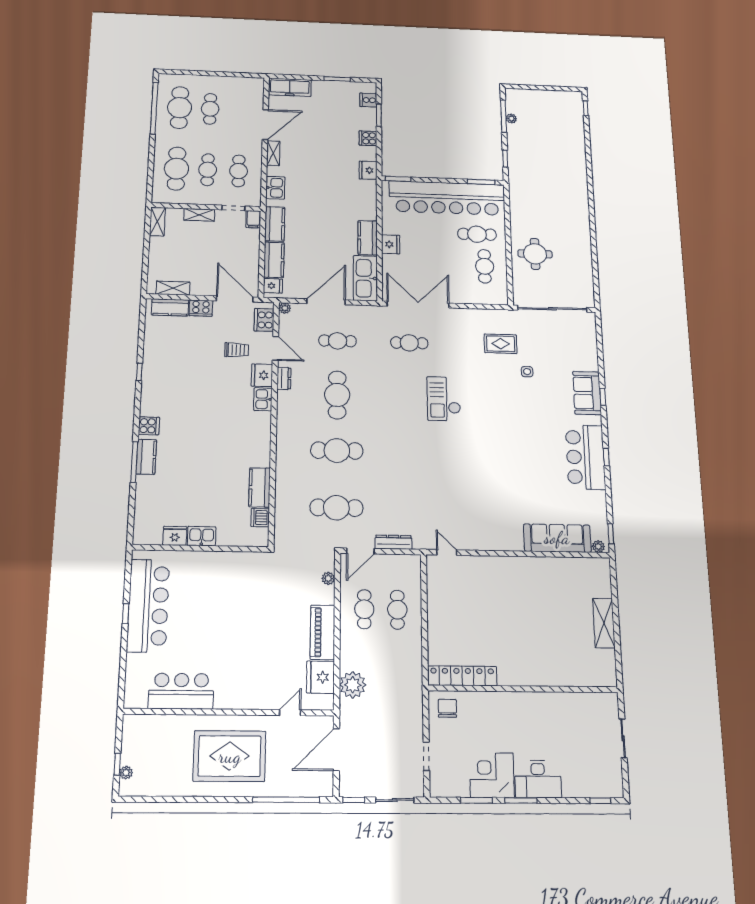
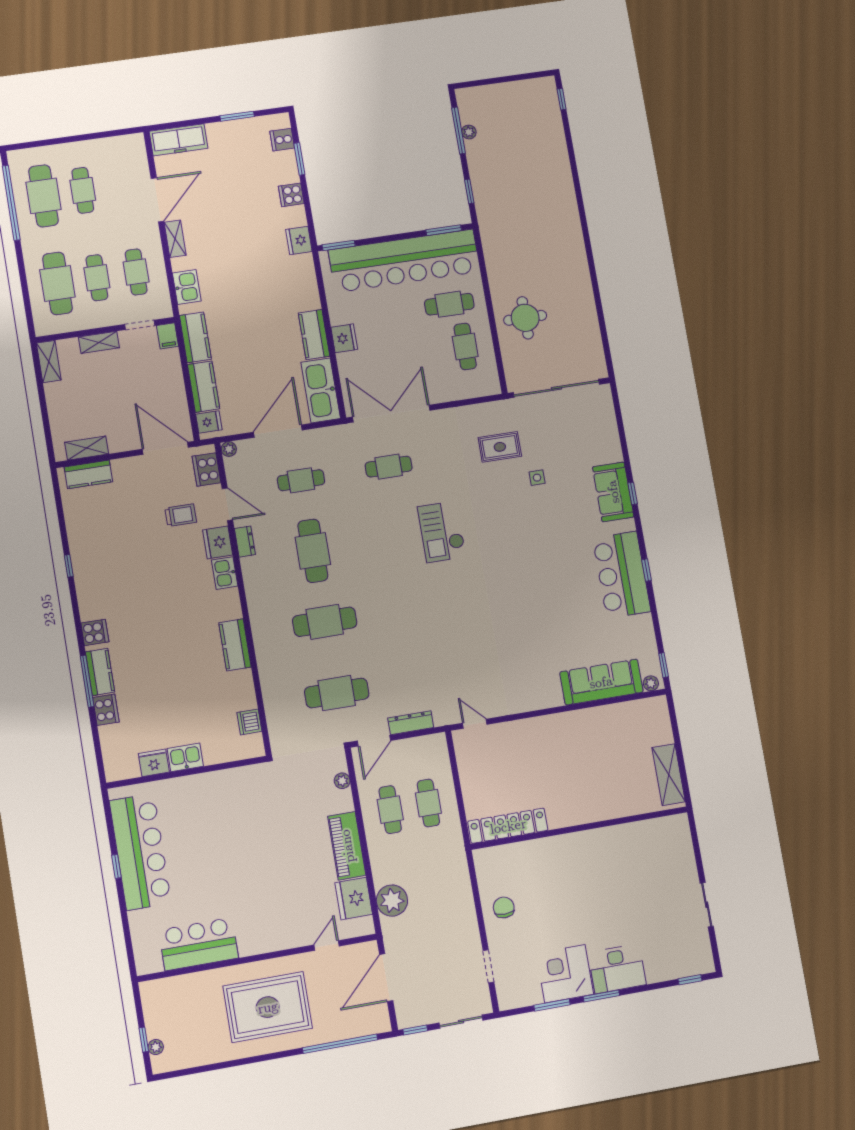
cooker: (201, 308) -> (106, 710), moved, turned -90
kitchen counter: (260, 487) -> (235, 645), moved
locker: (462, 676) -> (508, 826), moved
wall: (523, 689) -> (579, 828), moved

